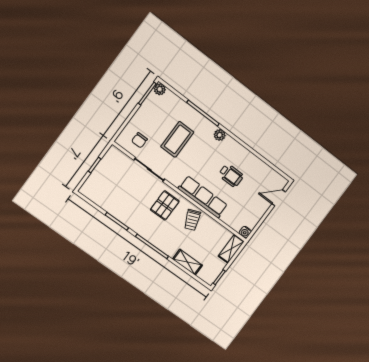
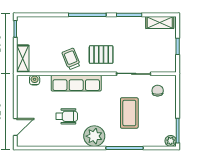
plant: (220, 135) -> (94, 136), width x1.87, depth x1.87
wheelchair: (231, 175) -> (67, 116), turned 180
pallet: (165, 205) -> (101, 55), turned 90
water cooler: (245, 232) -> (35, 80), moved
shelving: (187, 262) -> (160, 23), moved

